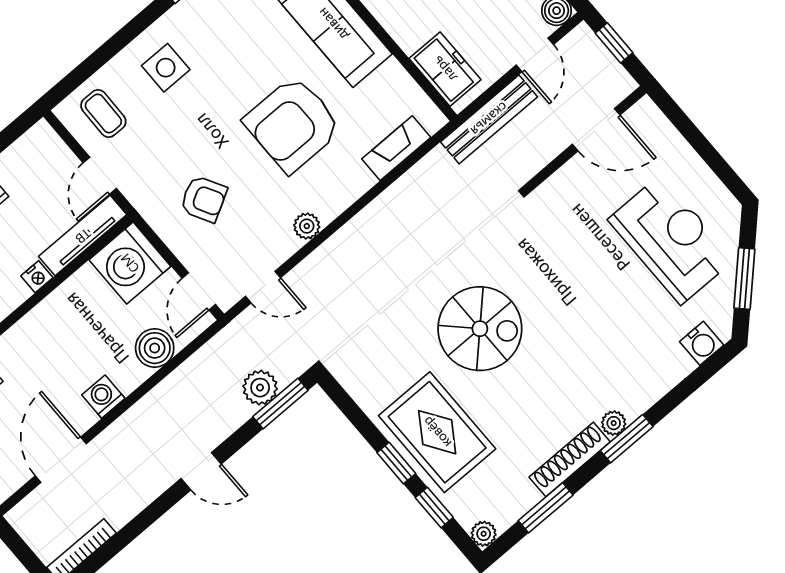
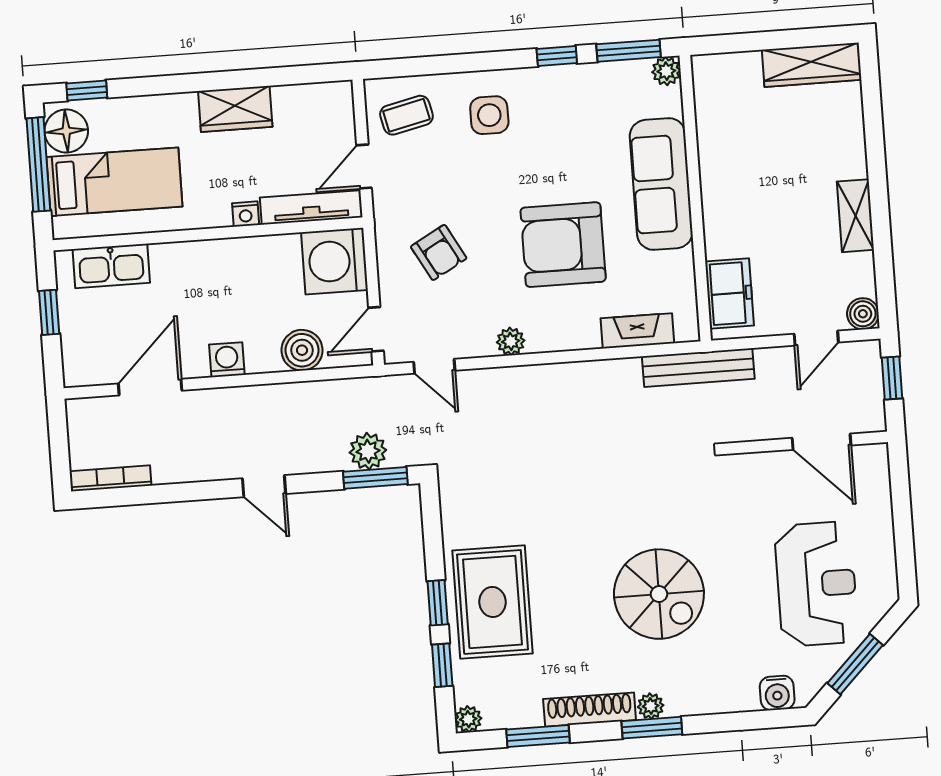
coffee table: (103, 113) -> (406, 115), turned 76
bench: (489, 119) -> (698, 368), moved
spiral stairs: (480, 329) -> (659, 594), moved

